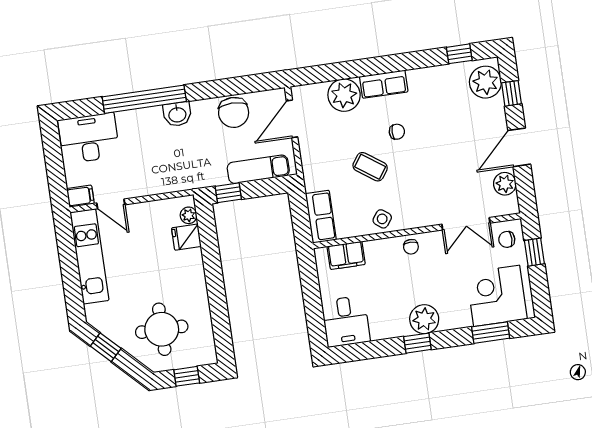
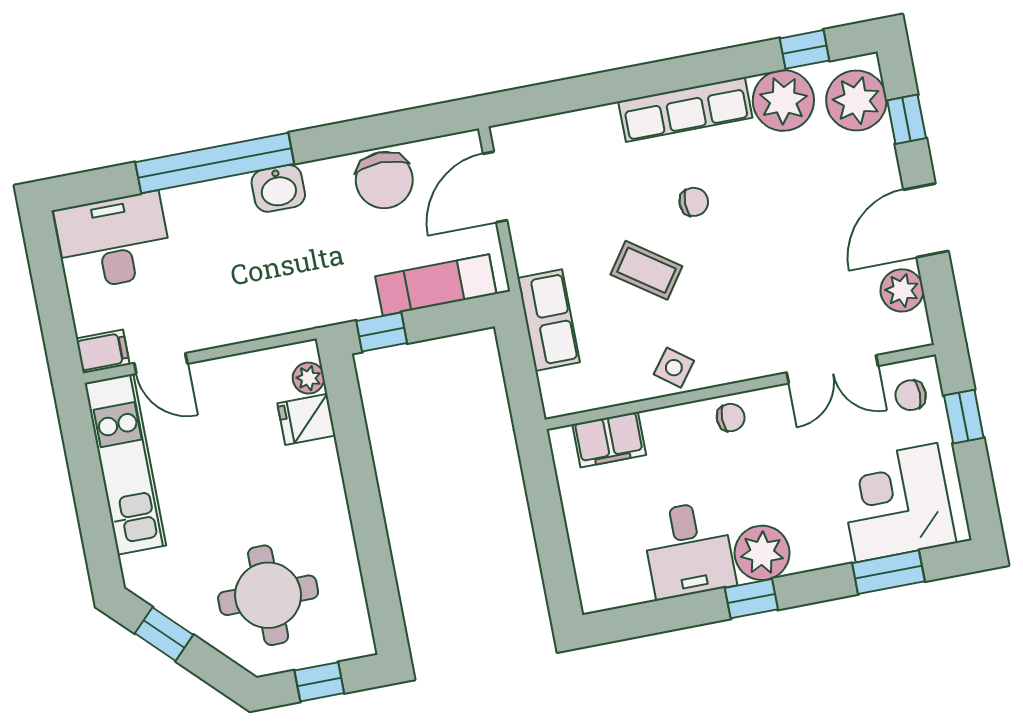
row of seats: (384, 84) -> (685, 110), width x1.48
plant: (344, 95) -> (783, 101), moved
row of seats: (321, 217) -> (549, 320), moved
chair: (411, 247) -> (731, 418), turned -90
desk: (346, 321) -> (688, 550), moved

